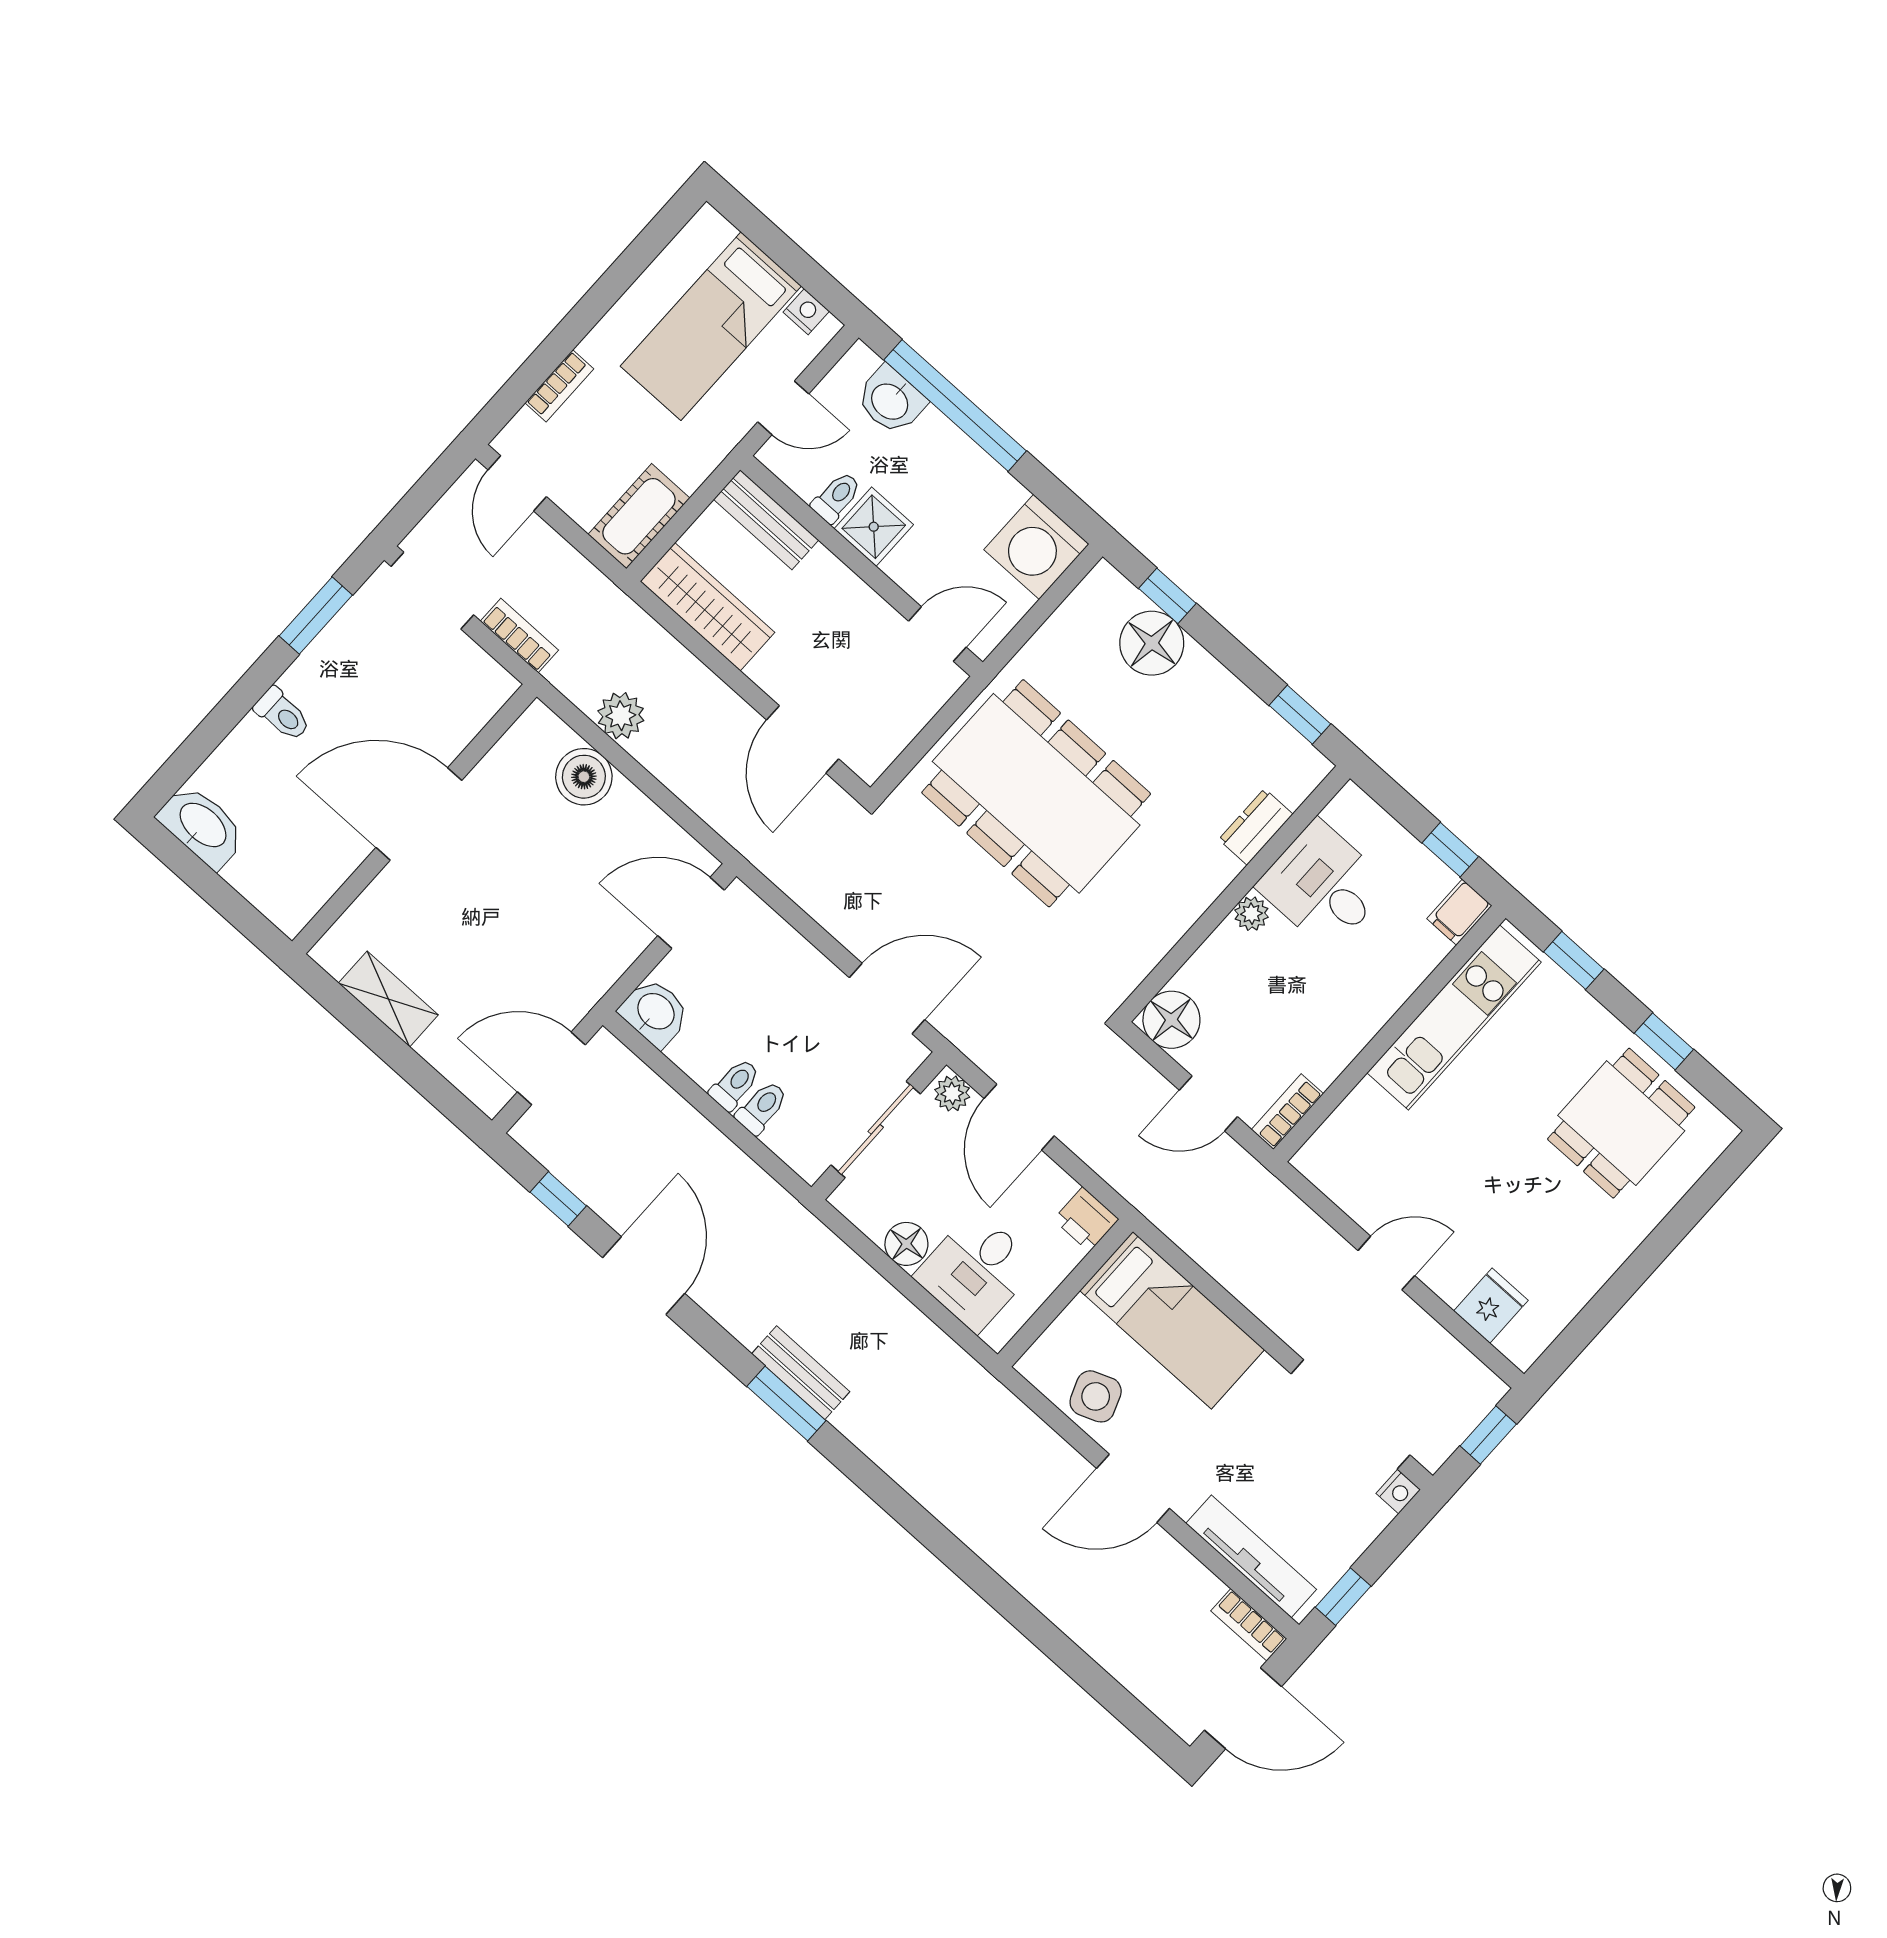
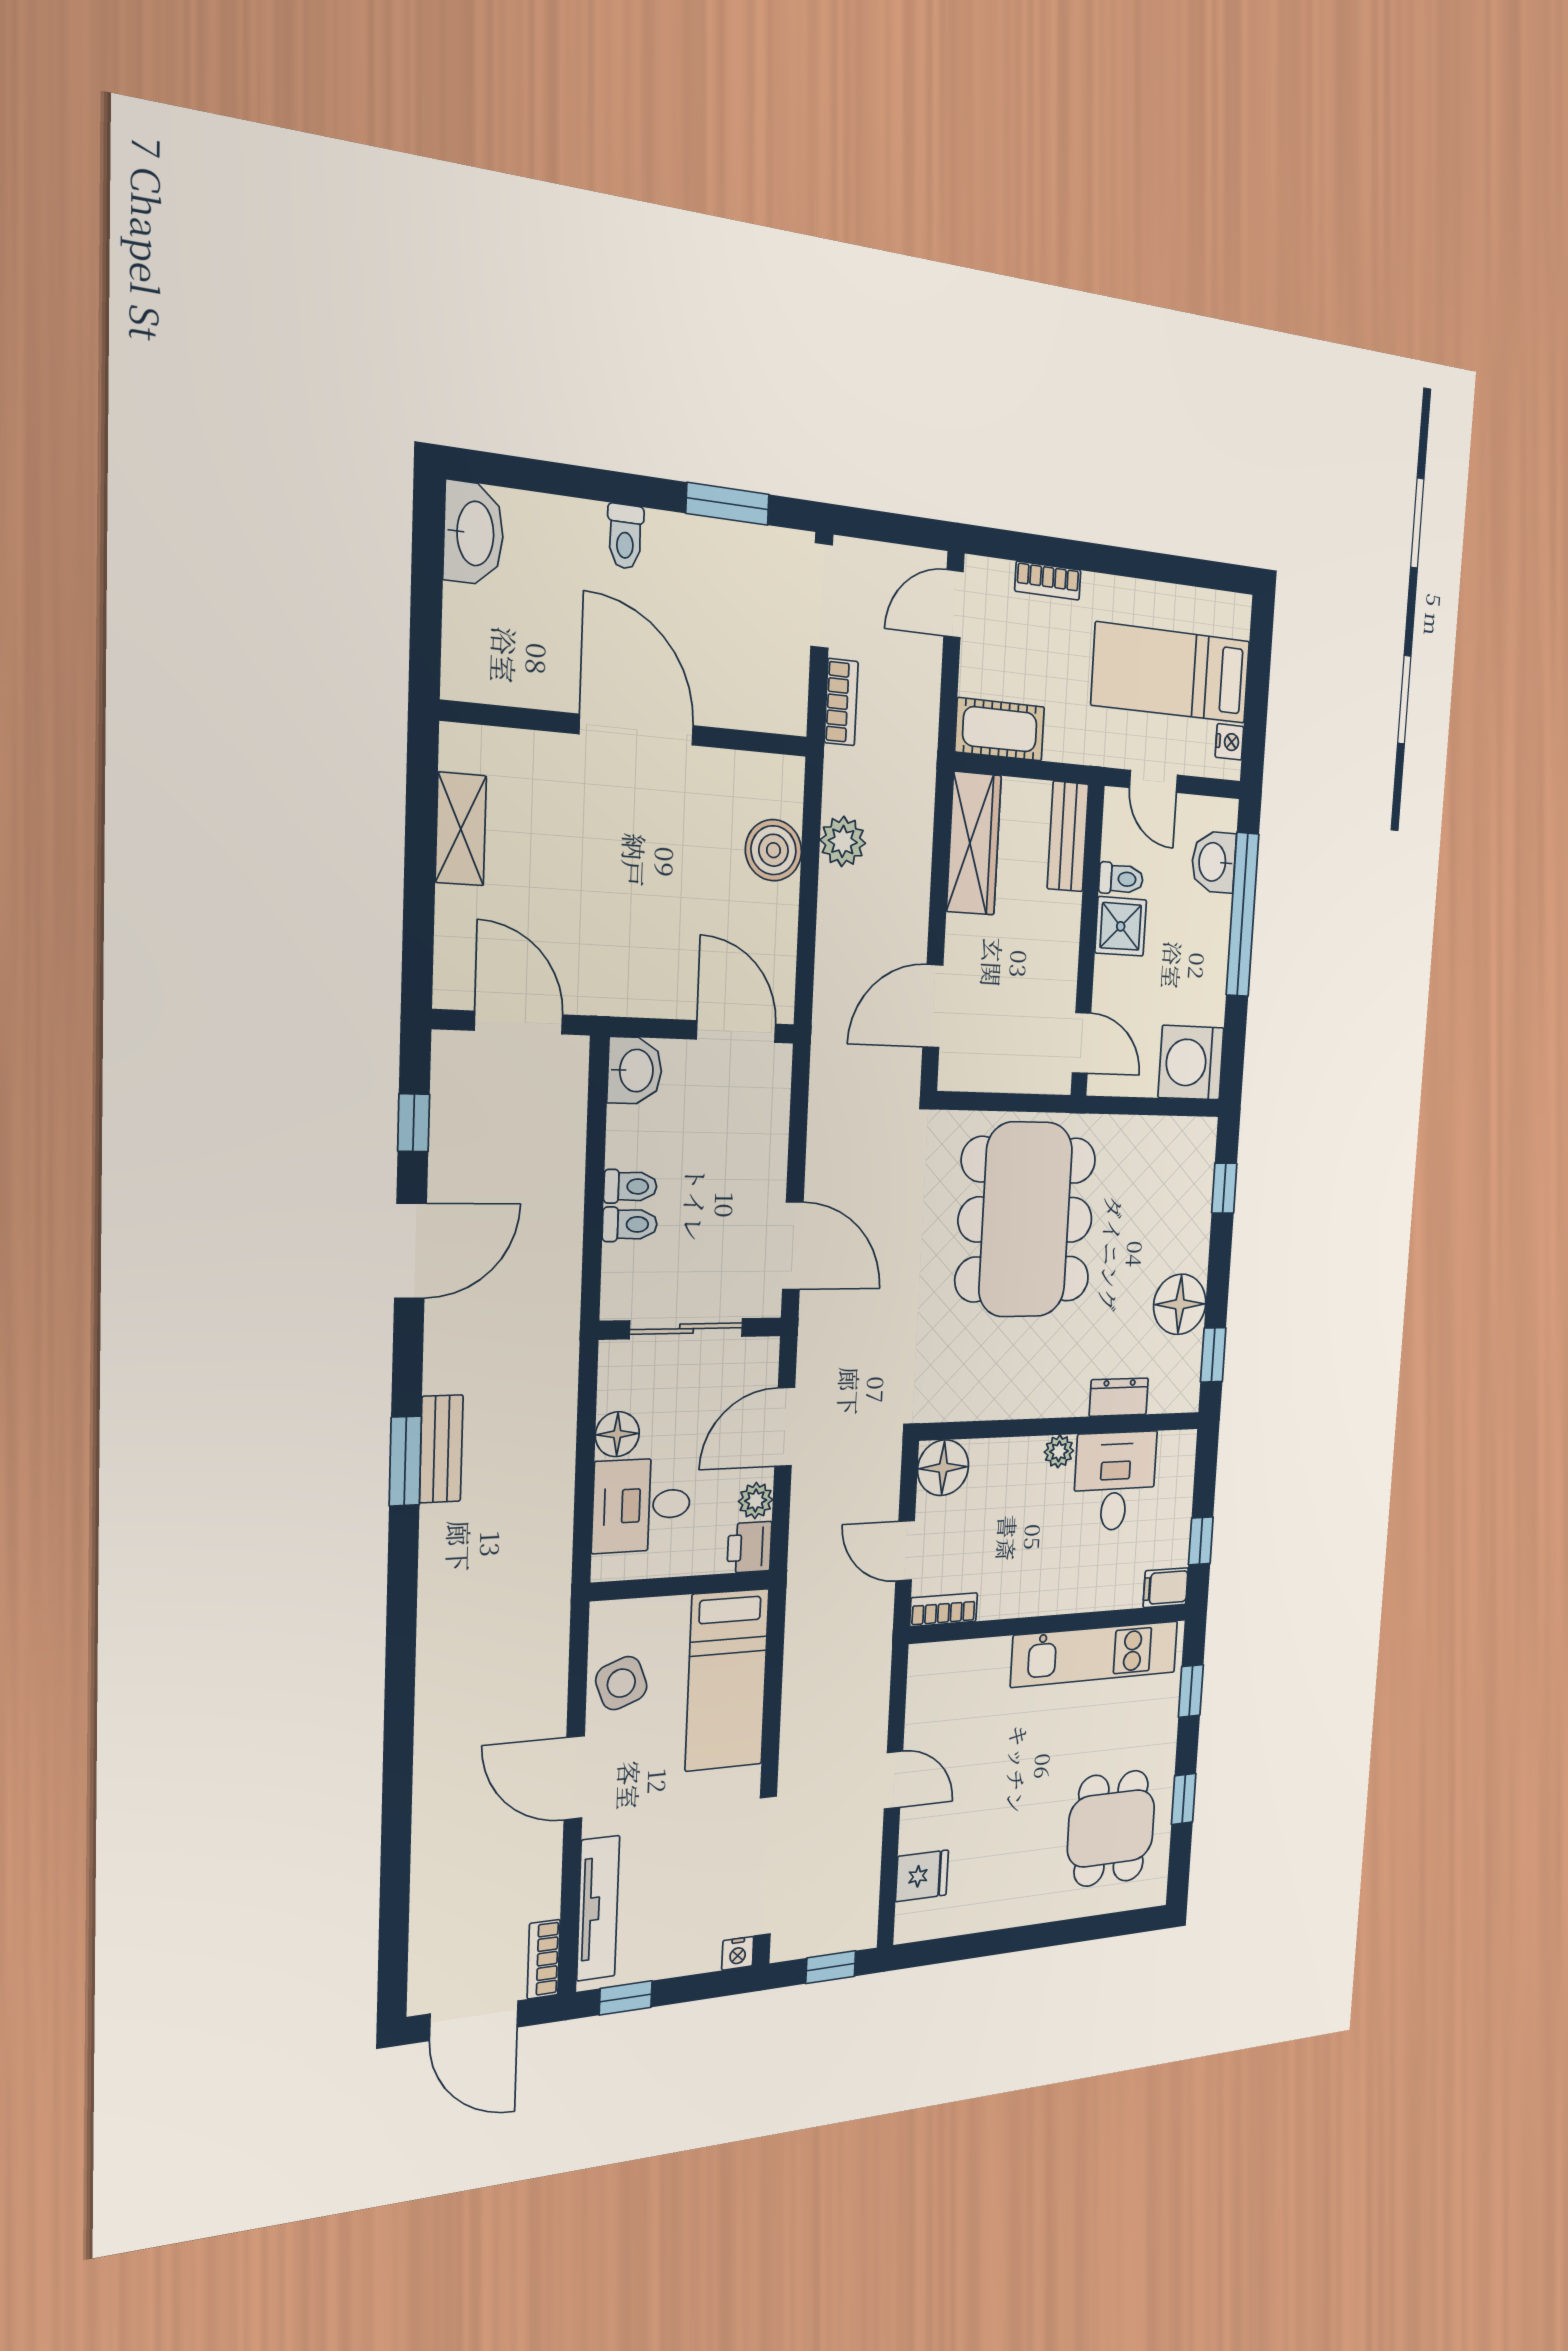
floor lamp: (1152, 643) -> (1180, 1304), moved
plant: (952, 1093) -> (756, 1501), moved
dining table: (1621, 1123) -> (1111, 1828), turned 90

